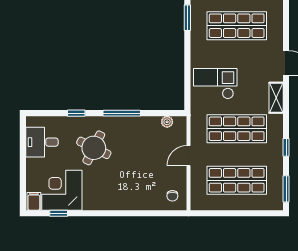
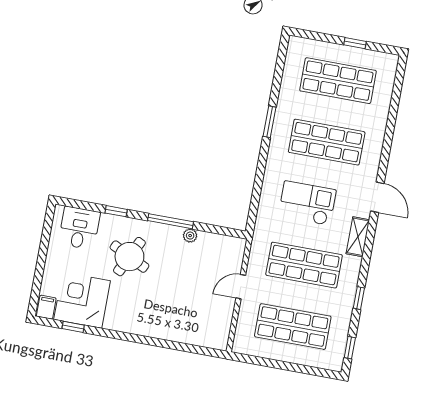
checkout: (215, 84) -> (307, 203), moved
plant: (167, 122) -> (190, 236), moved
desk: (42, 142) -> (79, 228), moved, turned 90
window: (286, 189) -> (350, 348), width x0.67
chair: (172, 196) -> (213, 331), removed

